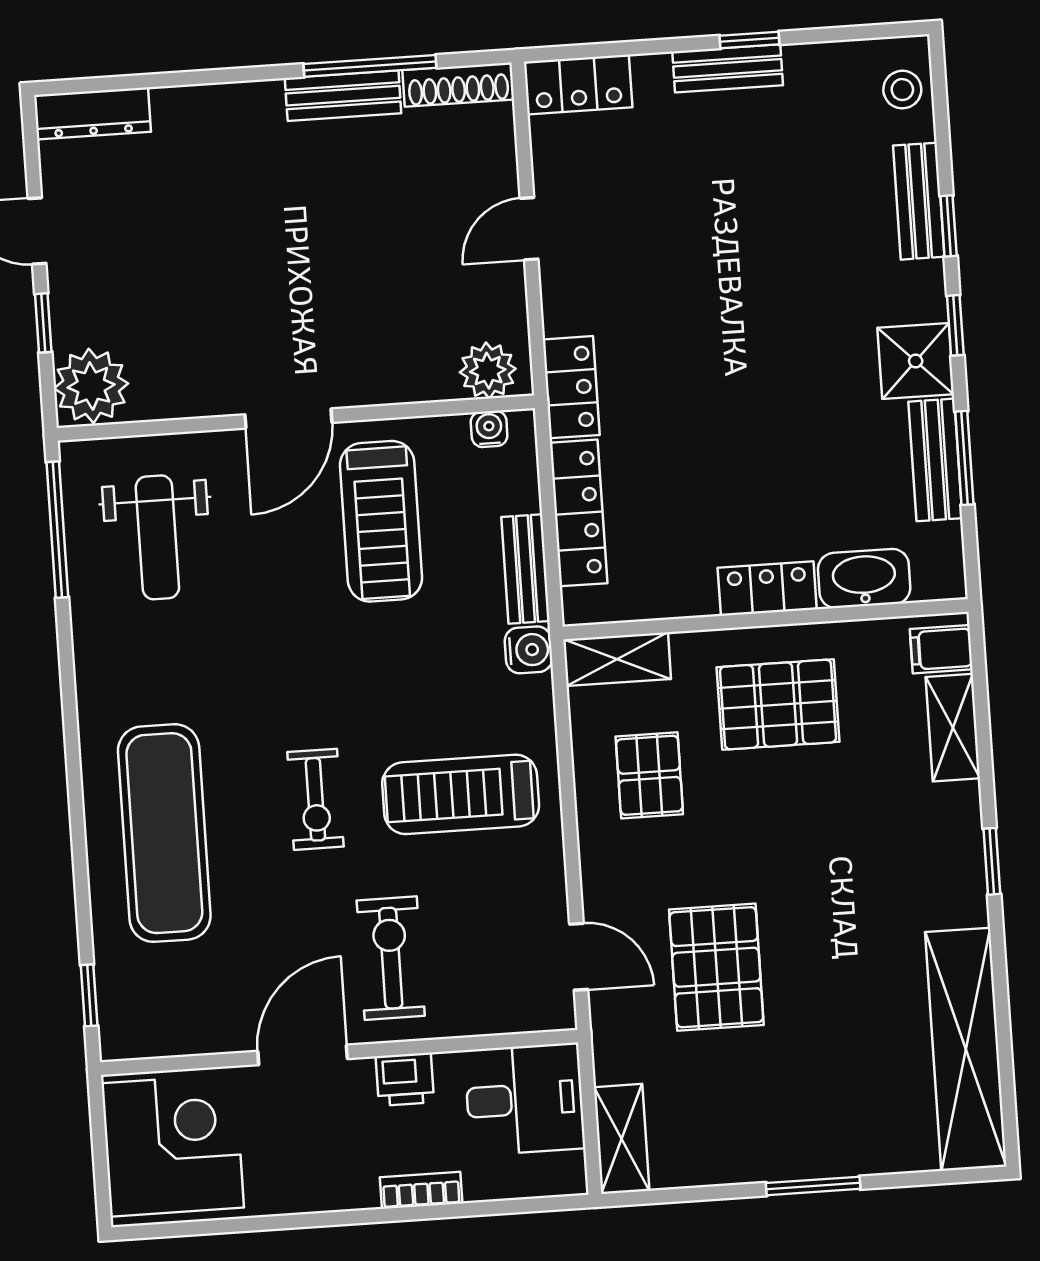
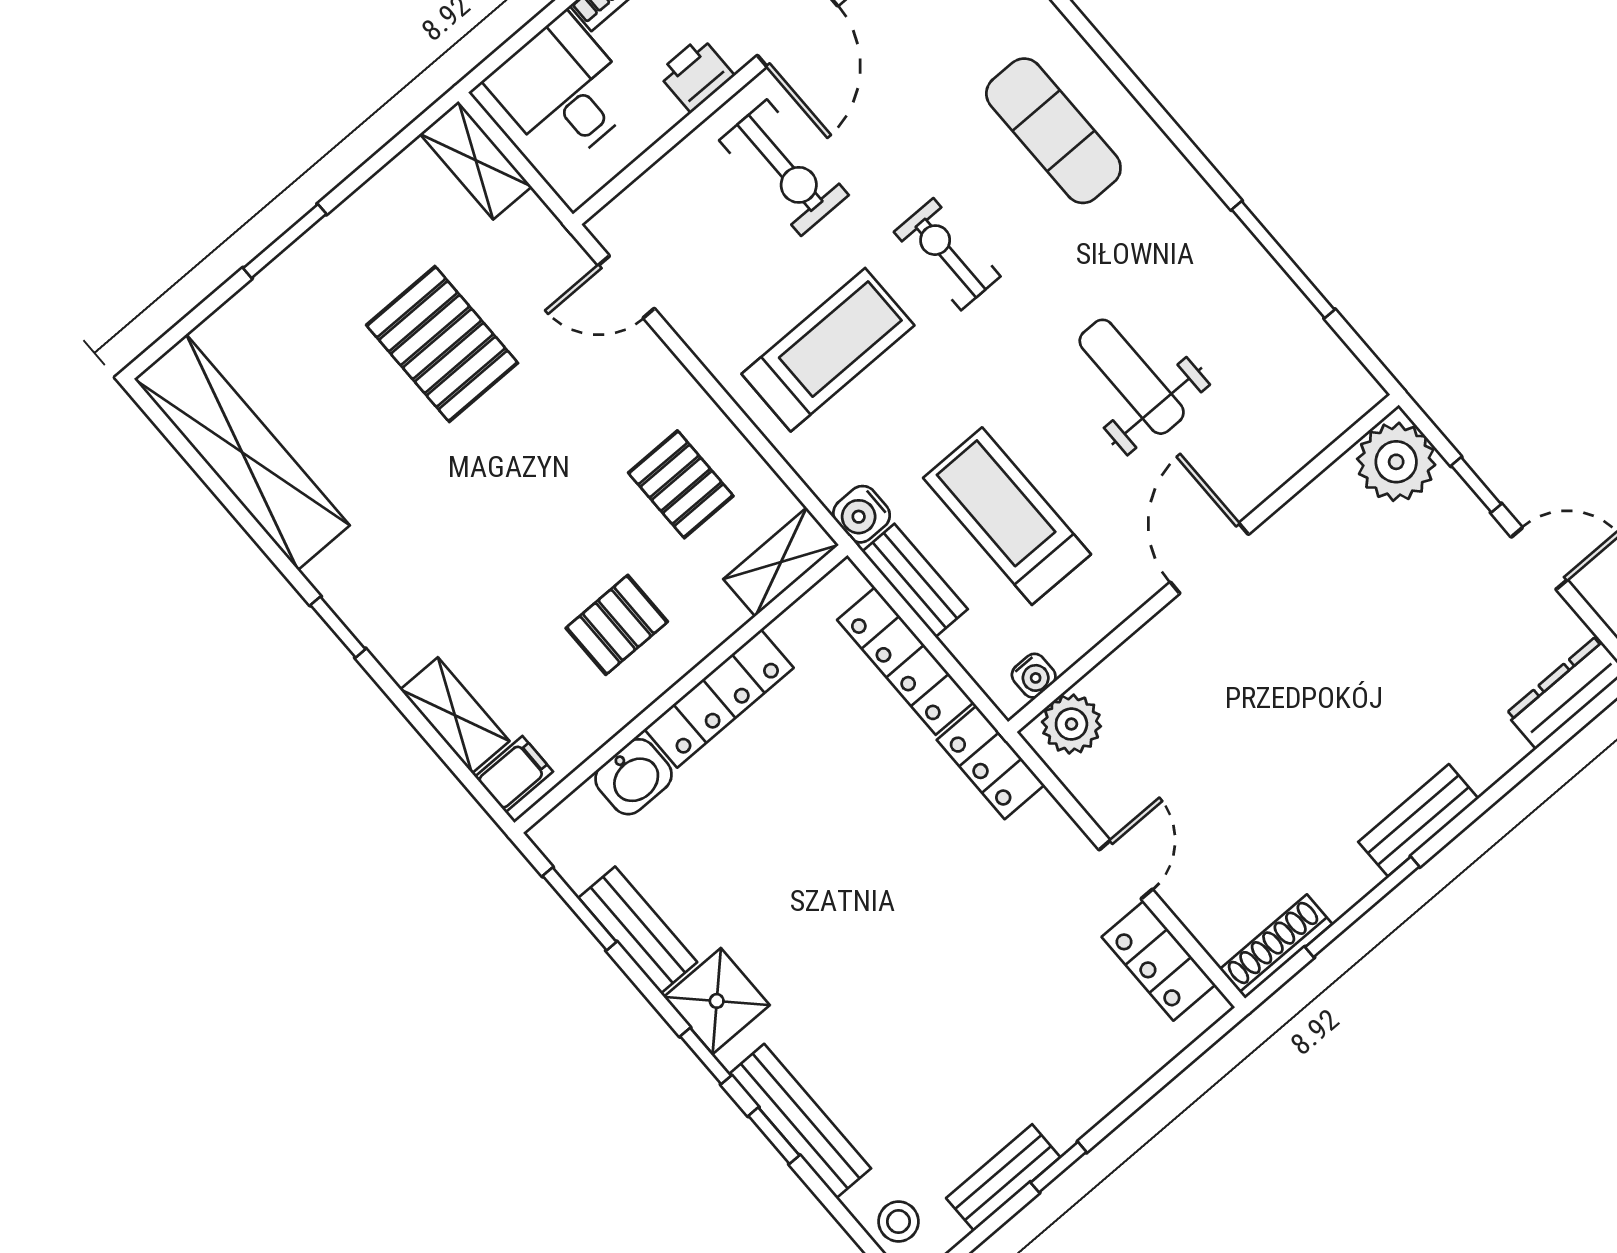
bench: (728, 68) -> (1003, 1178), moved
locker: (578, 84) -> (1159, 961), moved, turned -90
bench: (343, 96) -> (1418, 820), moved
bench: (919, 201) -> (800, 1121), width x1.36
window: (964, 458) -> (580, 909), moved
treadmill: (381, 521) -> (1007, 516), moved
window: (57, 530) -> (1283, 260), moved
weight bench: (157, 537) -> (1132, 377), moved
washbasin: (864, 578) -> (634, 777), width x0.72
locker: (767, 589) -> (719, 699), width x1.53
pallet: (778, 705) -> (617, 625), width x0.67, depth x0.71
exercise mat: (164, 833) -> (1053, 131), width x0.73, depth x0.69
pallet: (716, 967) -> (442, 344), moved
desk: (525, 1099) -> (563, 91), moved, turned 90

